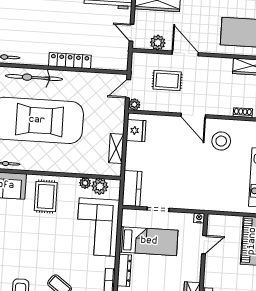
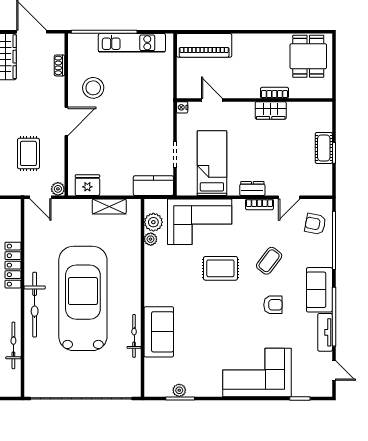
rug: (46, 196) -> (220, 268), moved
dresser: (124, 270) -> (252, 189), width x0.70

